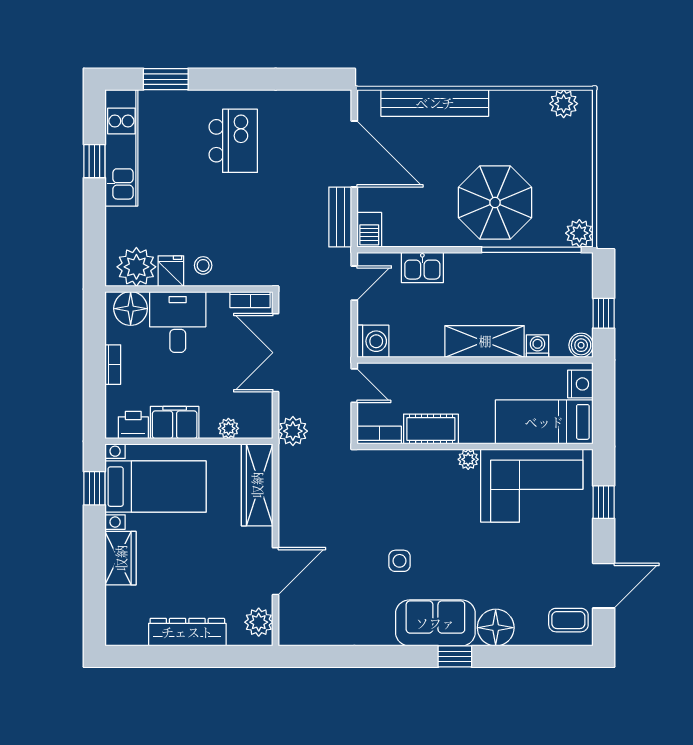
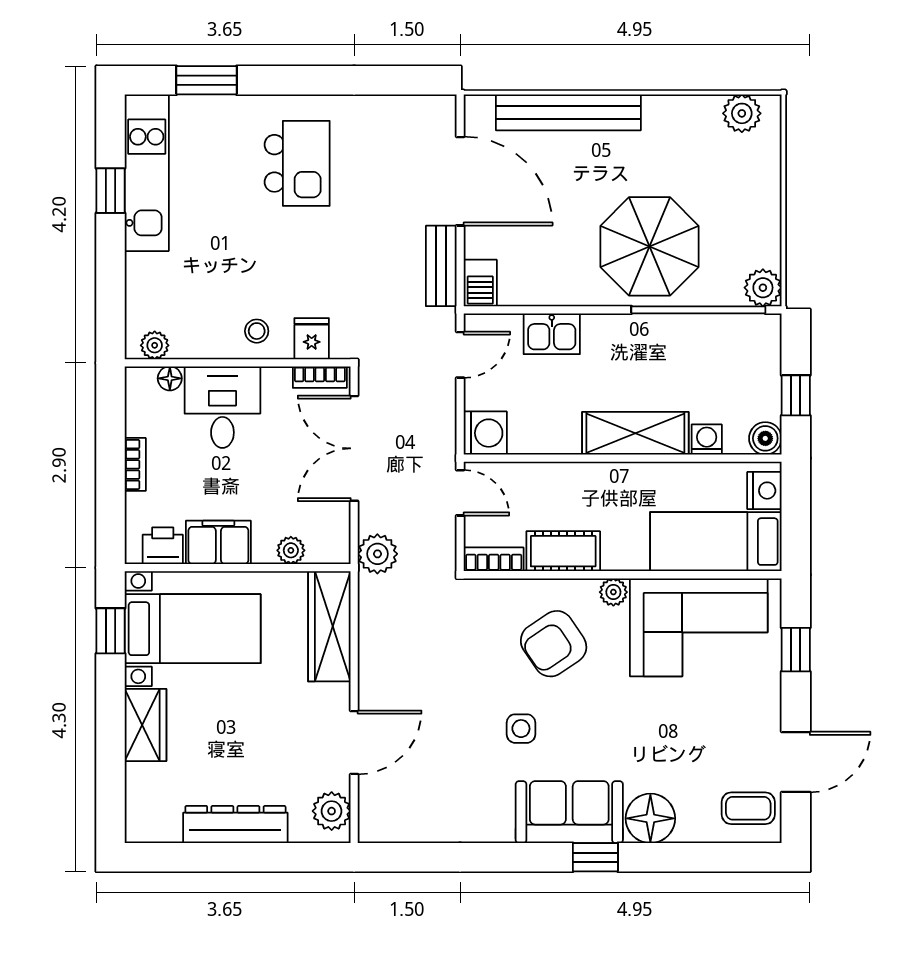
plant: (136, 267) -> (155, 345), width x0.53, depth x0.53
fridge: (171, 271) -> (312, 339), moved
floor lamp: (131, 309) -> (170, 378), width x0.53, depth x0.53
armchair: (424, 498) -> (554, 644), added

